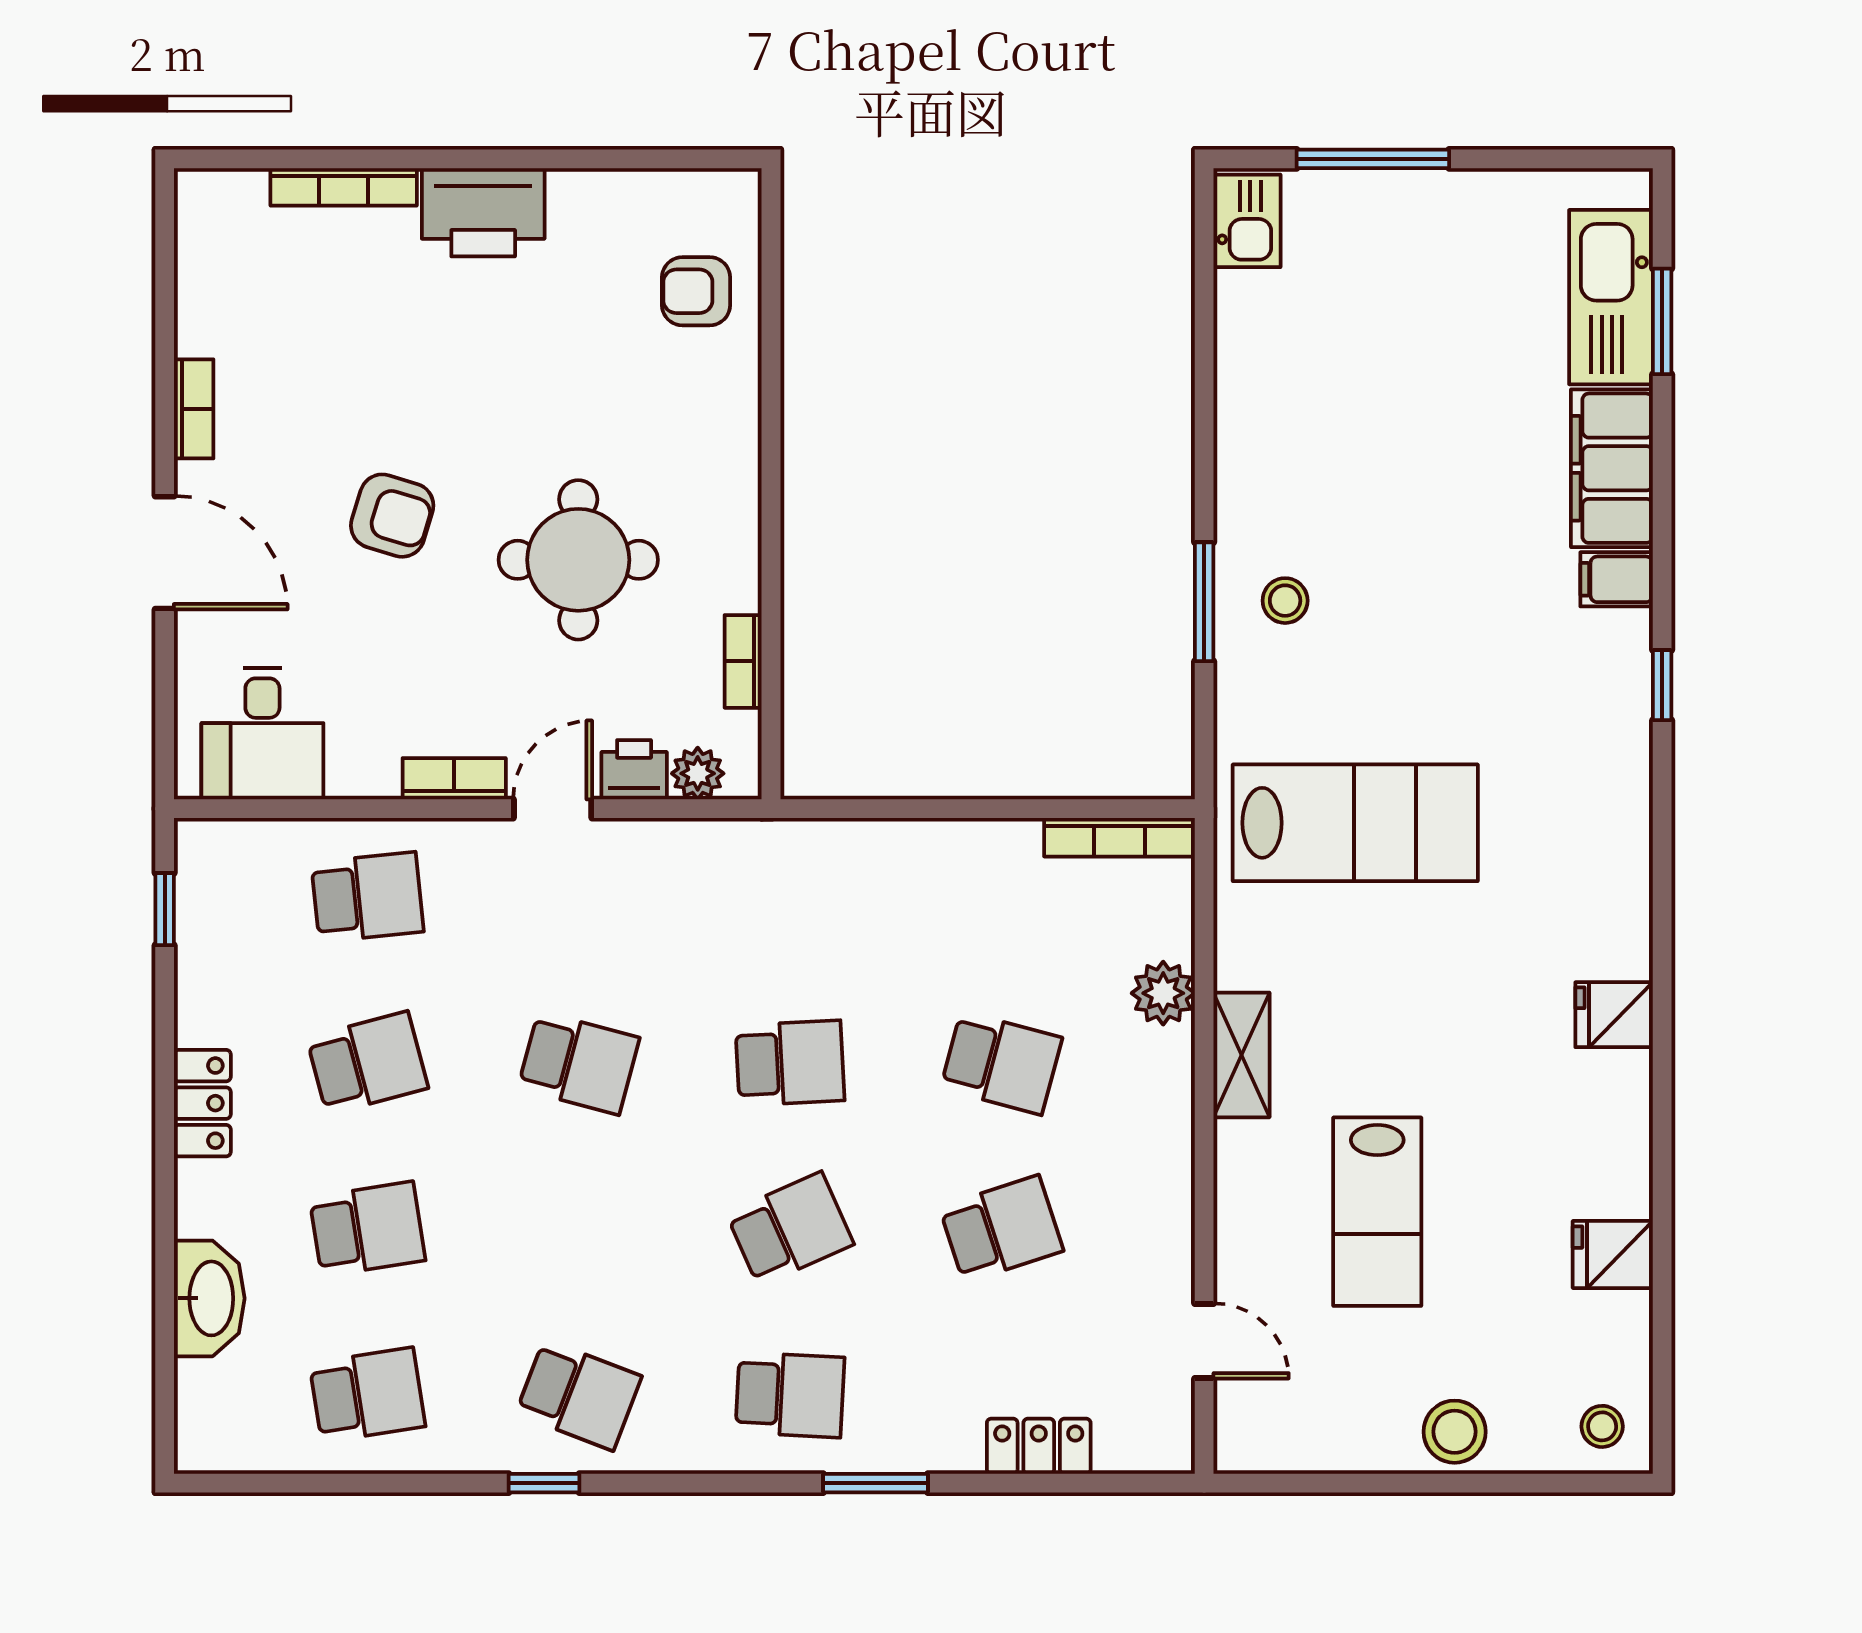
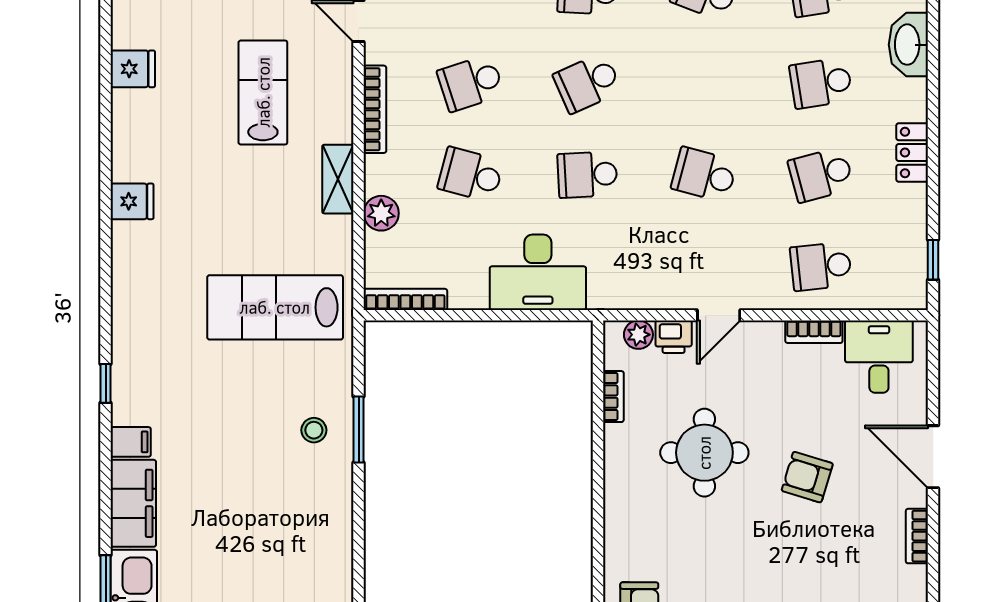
bookcase: (454, 779) -> (814, 332), moved
desk: (880, 886) -> (538, 272), added
bookcase: (1175, 1181) -> (375, 109), added

